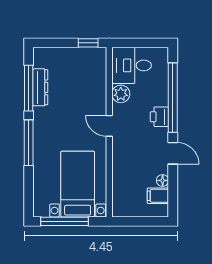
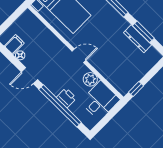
window: (29, 88) -> (143, 32), width x0.69
printer: (159, 117) -> (66, 98), moved

